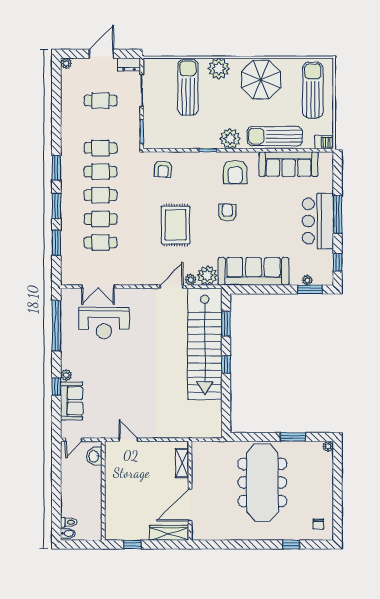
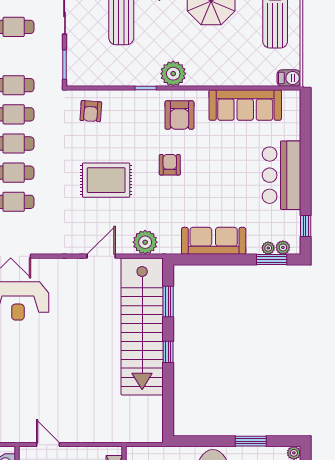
sun lounger: (275, 136) -> (228, 71), removed
window: (338, 215) -> (306, 167), removed
rug: (176, 225) -> (106, 180), turned 90
sofa: (254, 271) -> (214, 241), width x0.74, depth x0.79
plant: (191, 280) -> (283, 247), moved

